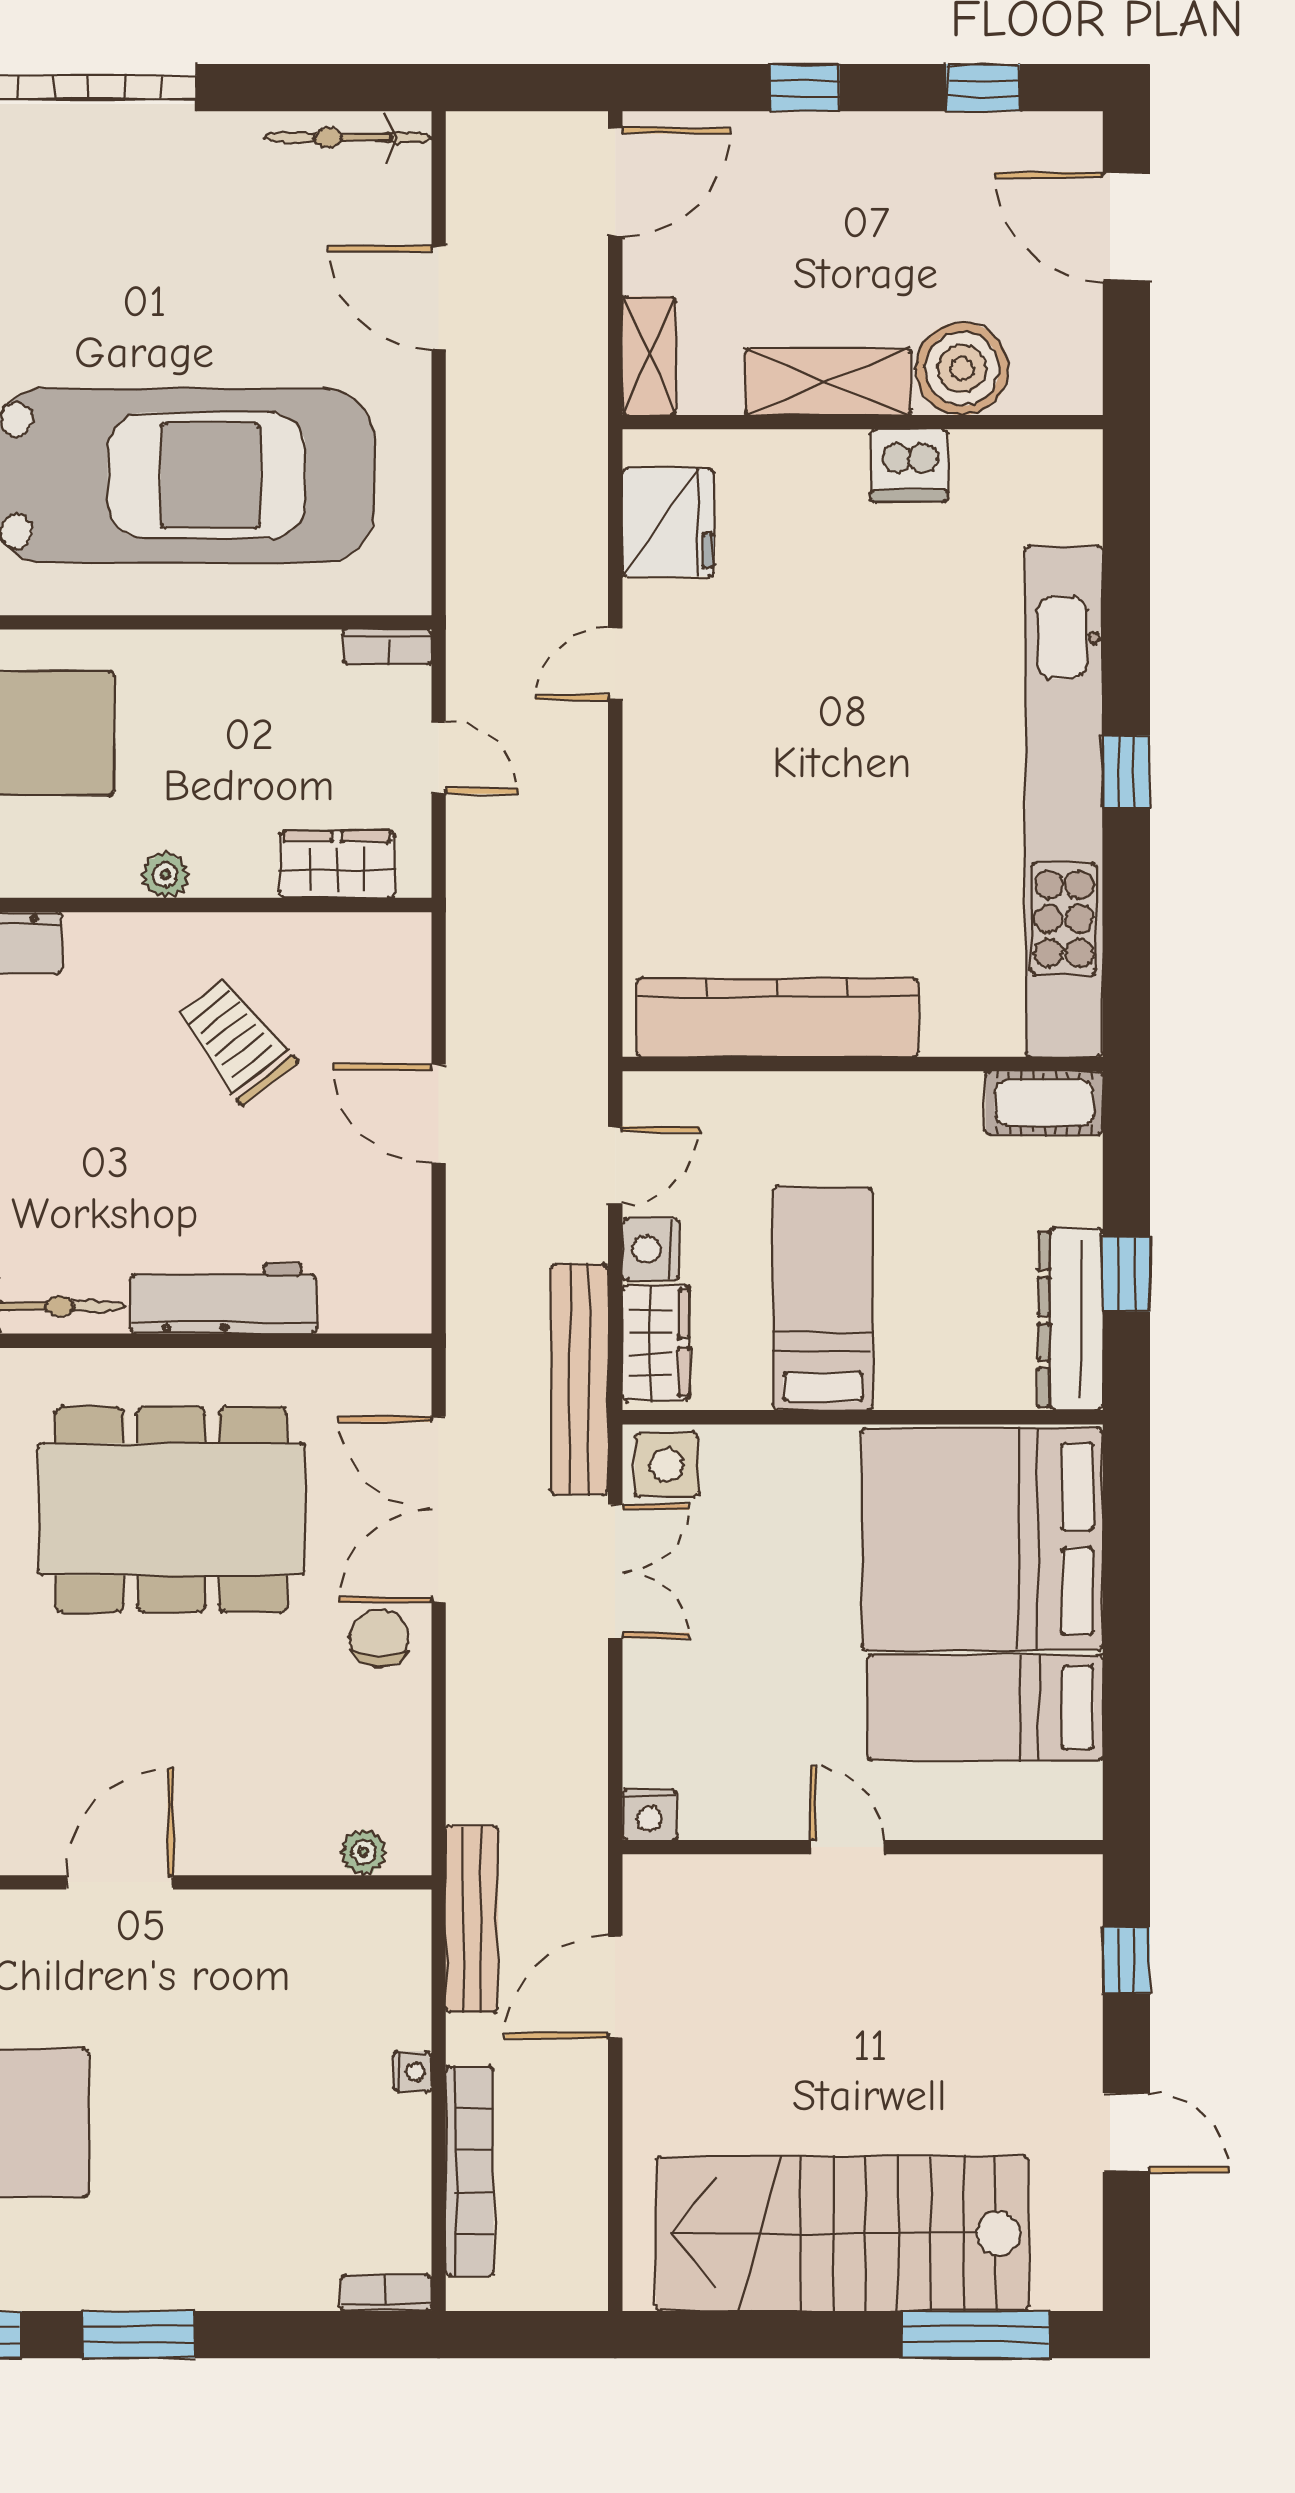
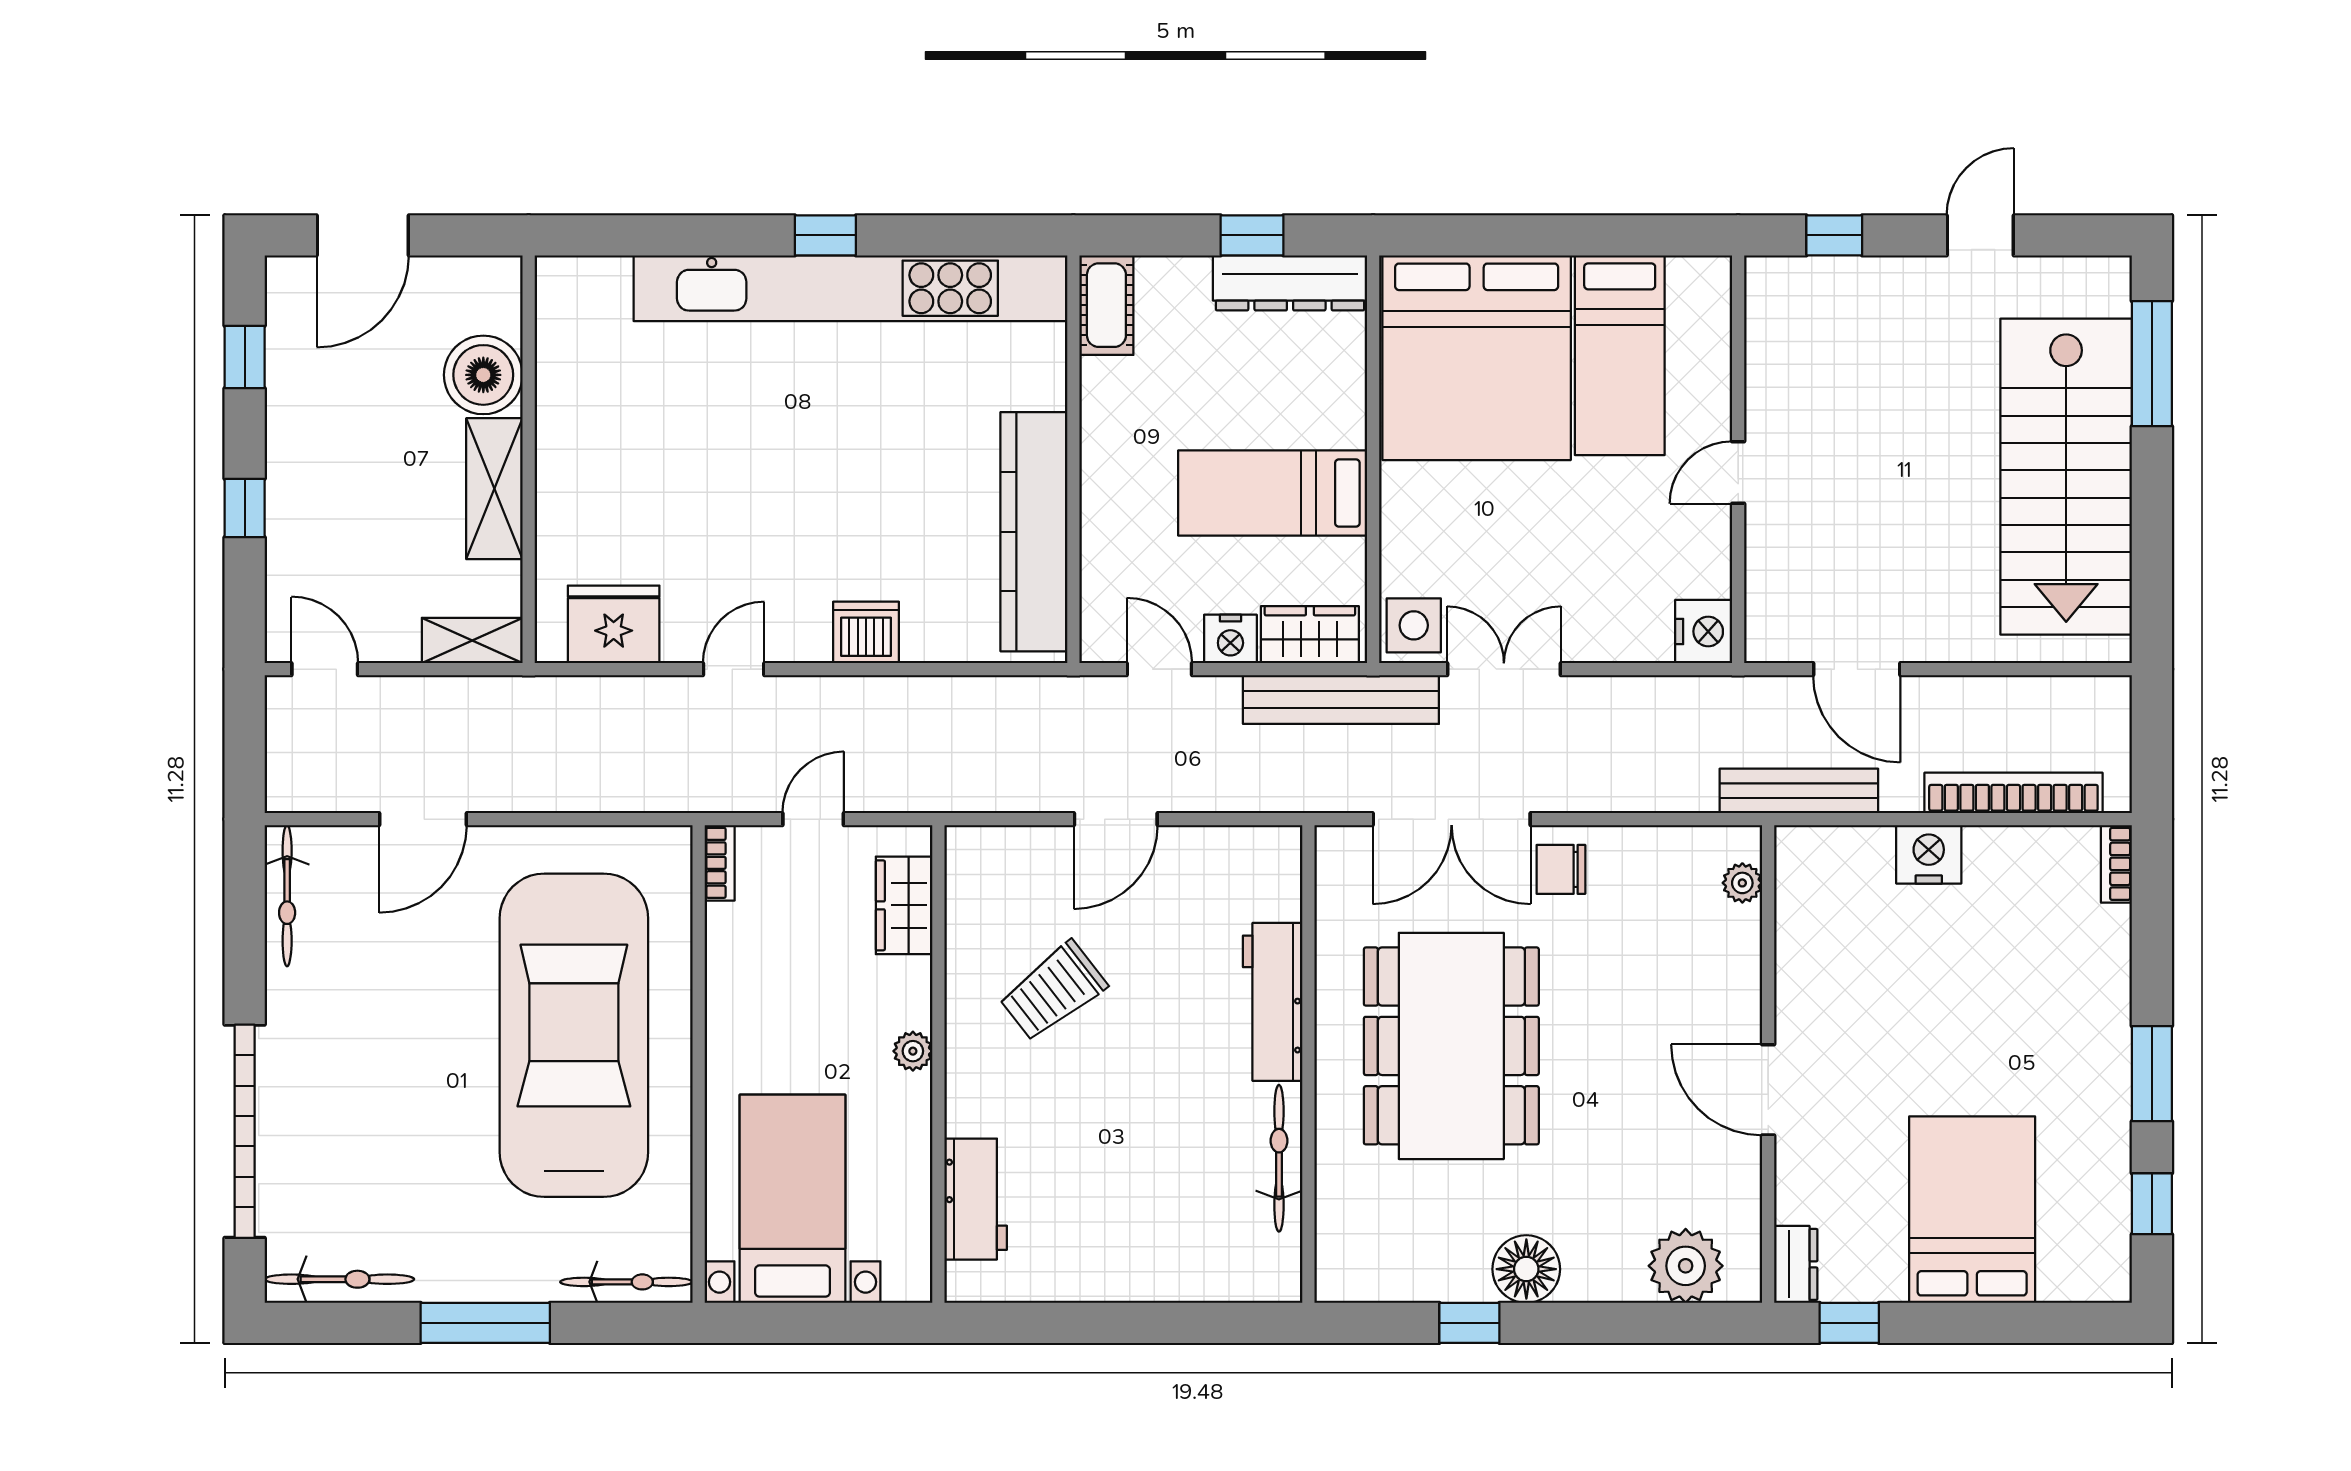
door: (615, 182) -> (325, 669), width x0.73
dishwasher: (909, 465) -> (866, 632), moved, turned -90
door: (615, 664) -> (734, 669), swing flipped
nightstand: (650, 1815) -> (1704, 631), width x1.36, depth x1.33
nightstand: (412, 2072) -> (1929, 854), width x1.89, depth x1.79

